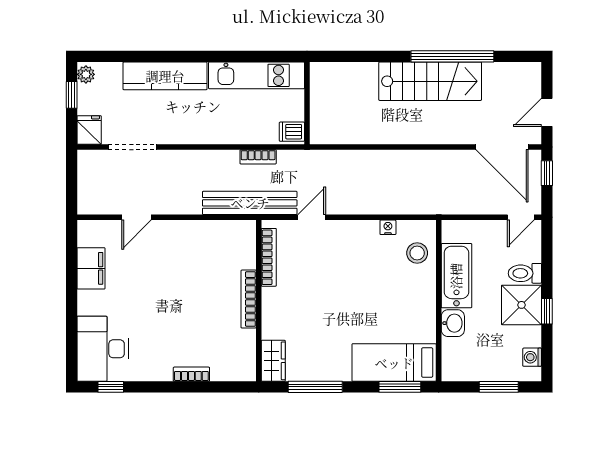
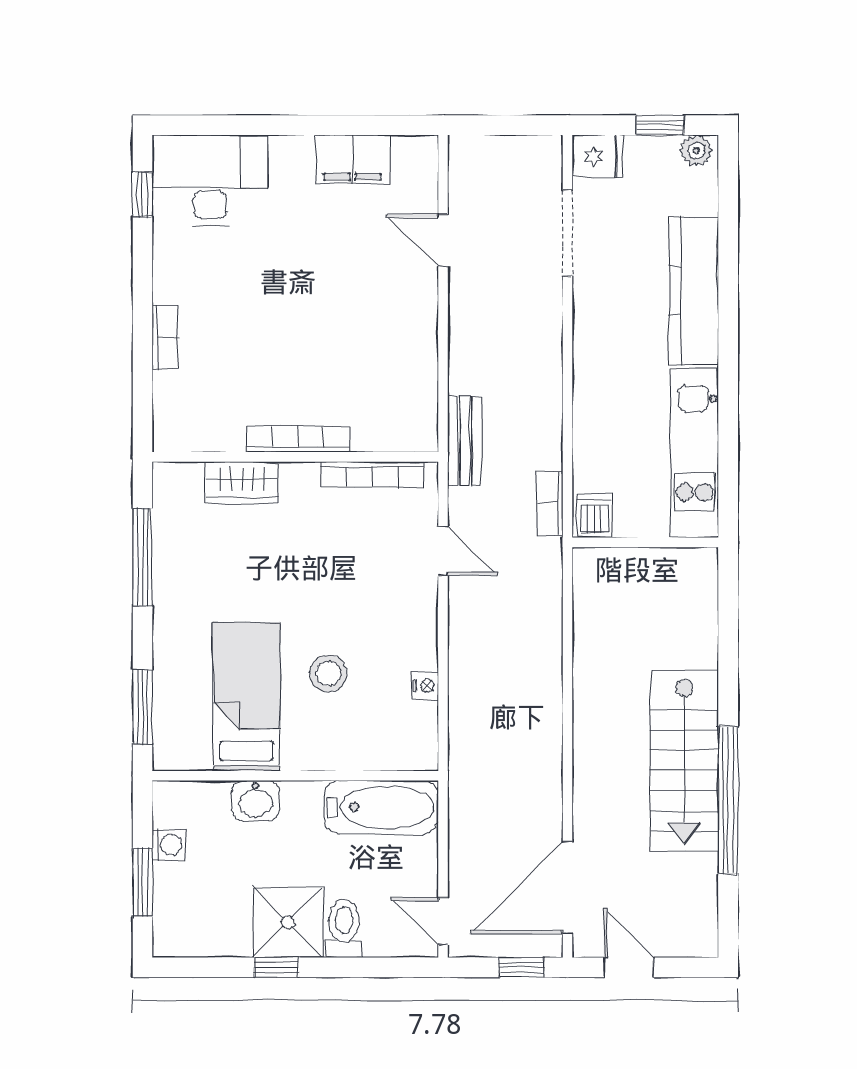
bookcase: (258, 157) -> (550, 503), moved
bench: (250, 203) -> (465, 441), width x0.54, depth x0.82
stool: (417, 253) -> (328, 674), moved
bathtub: (456, 276) -> (381, 807), moved
washing machine: (532, 357) -> (169, 845), moved, turned 90
wardrobe: (273, 361) -> (242, 483), moved
bed: (394, 363) -> (247, 697), moved

